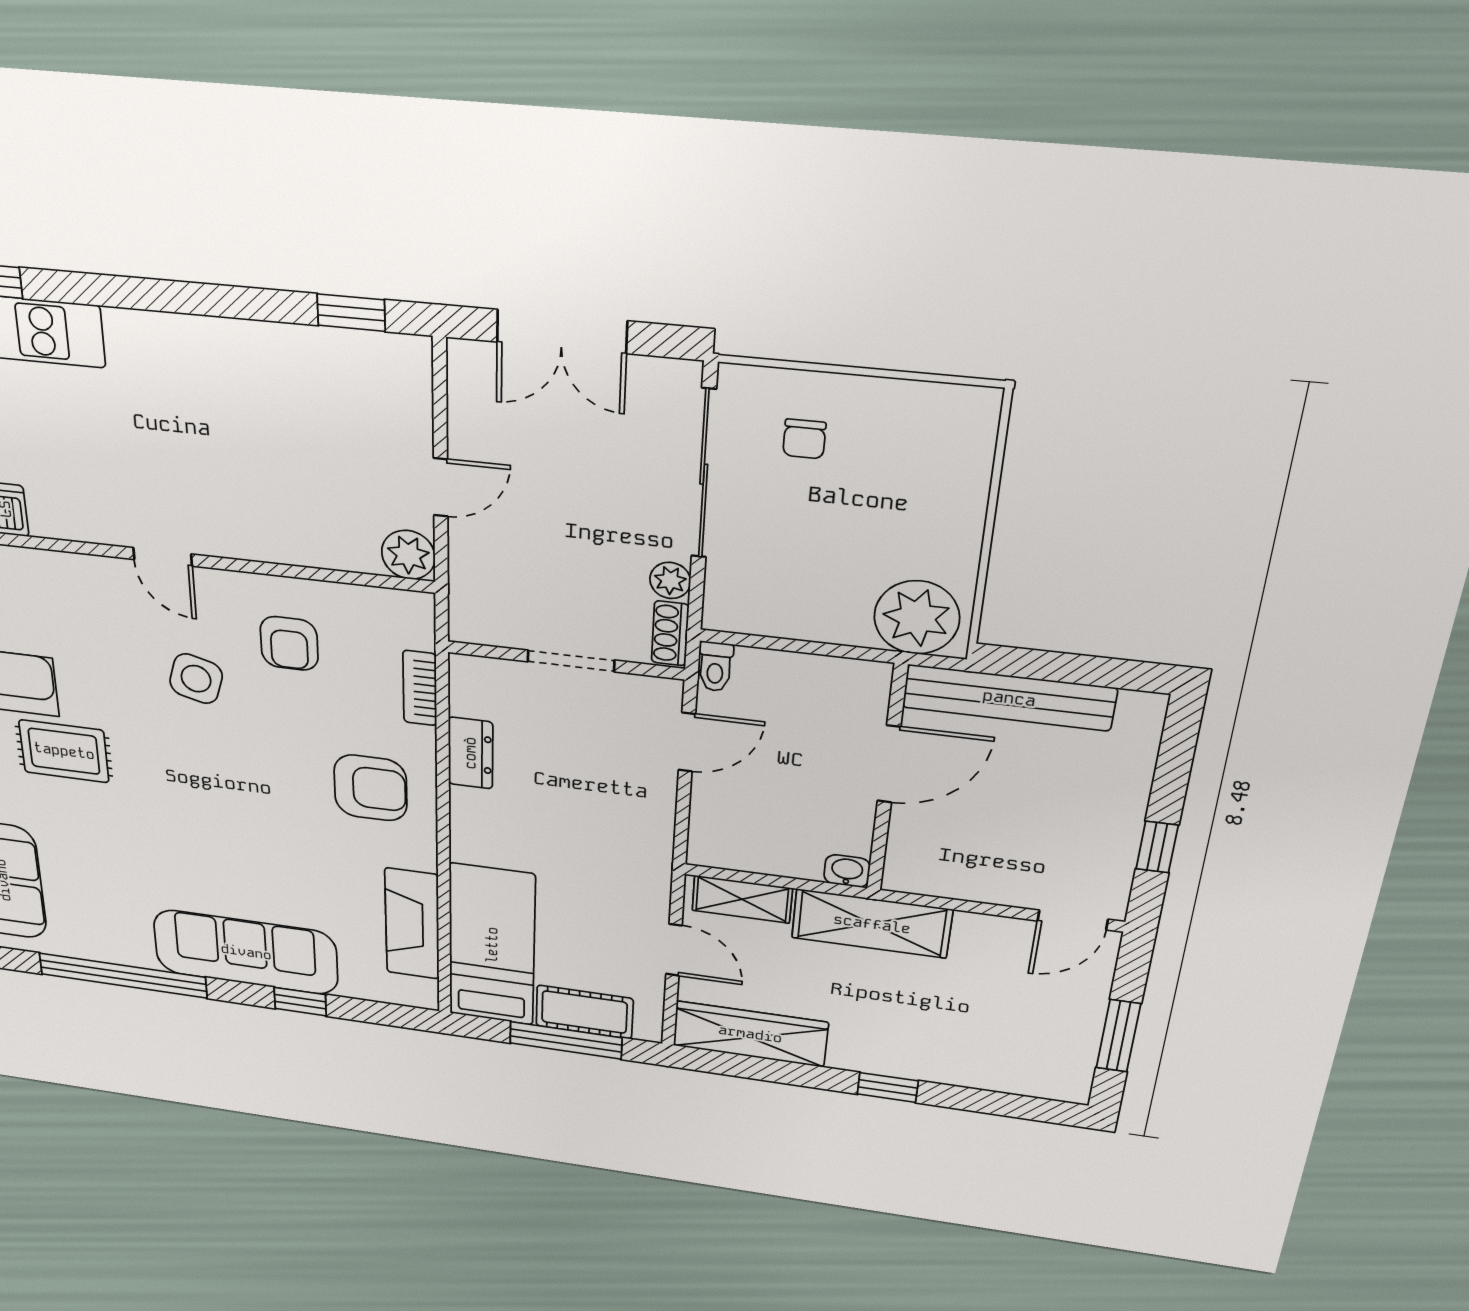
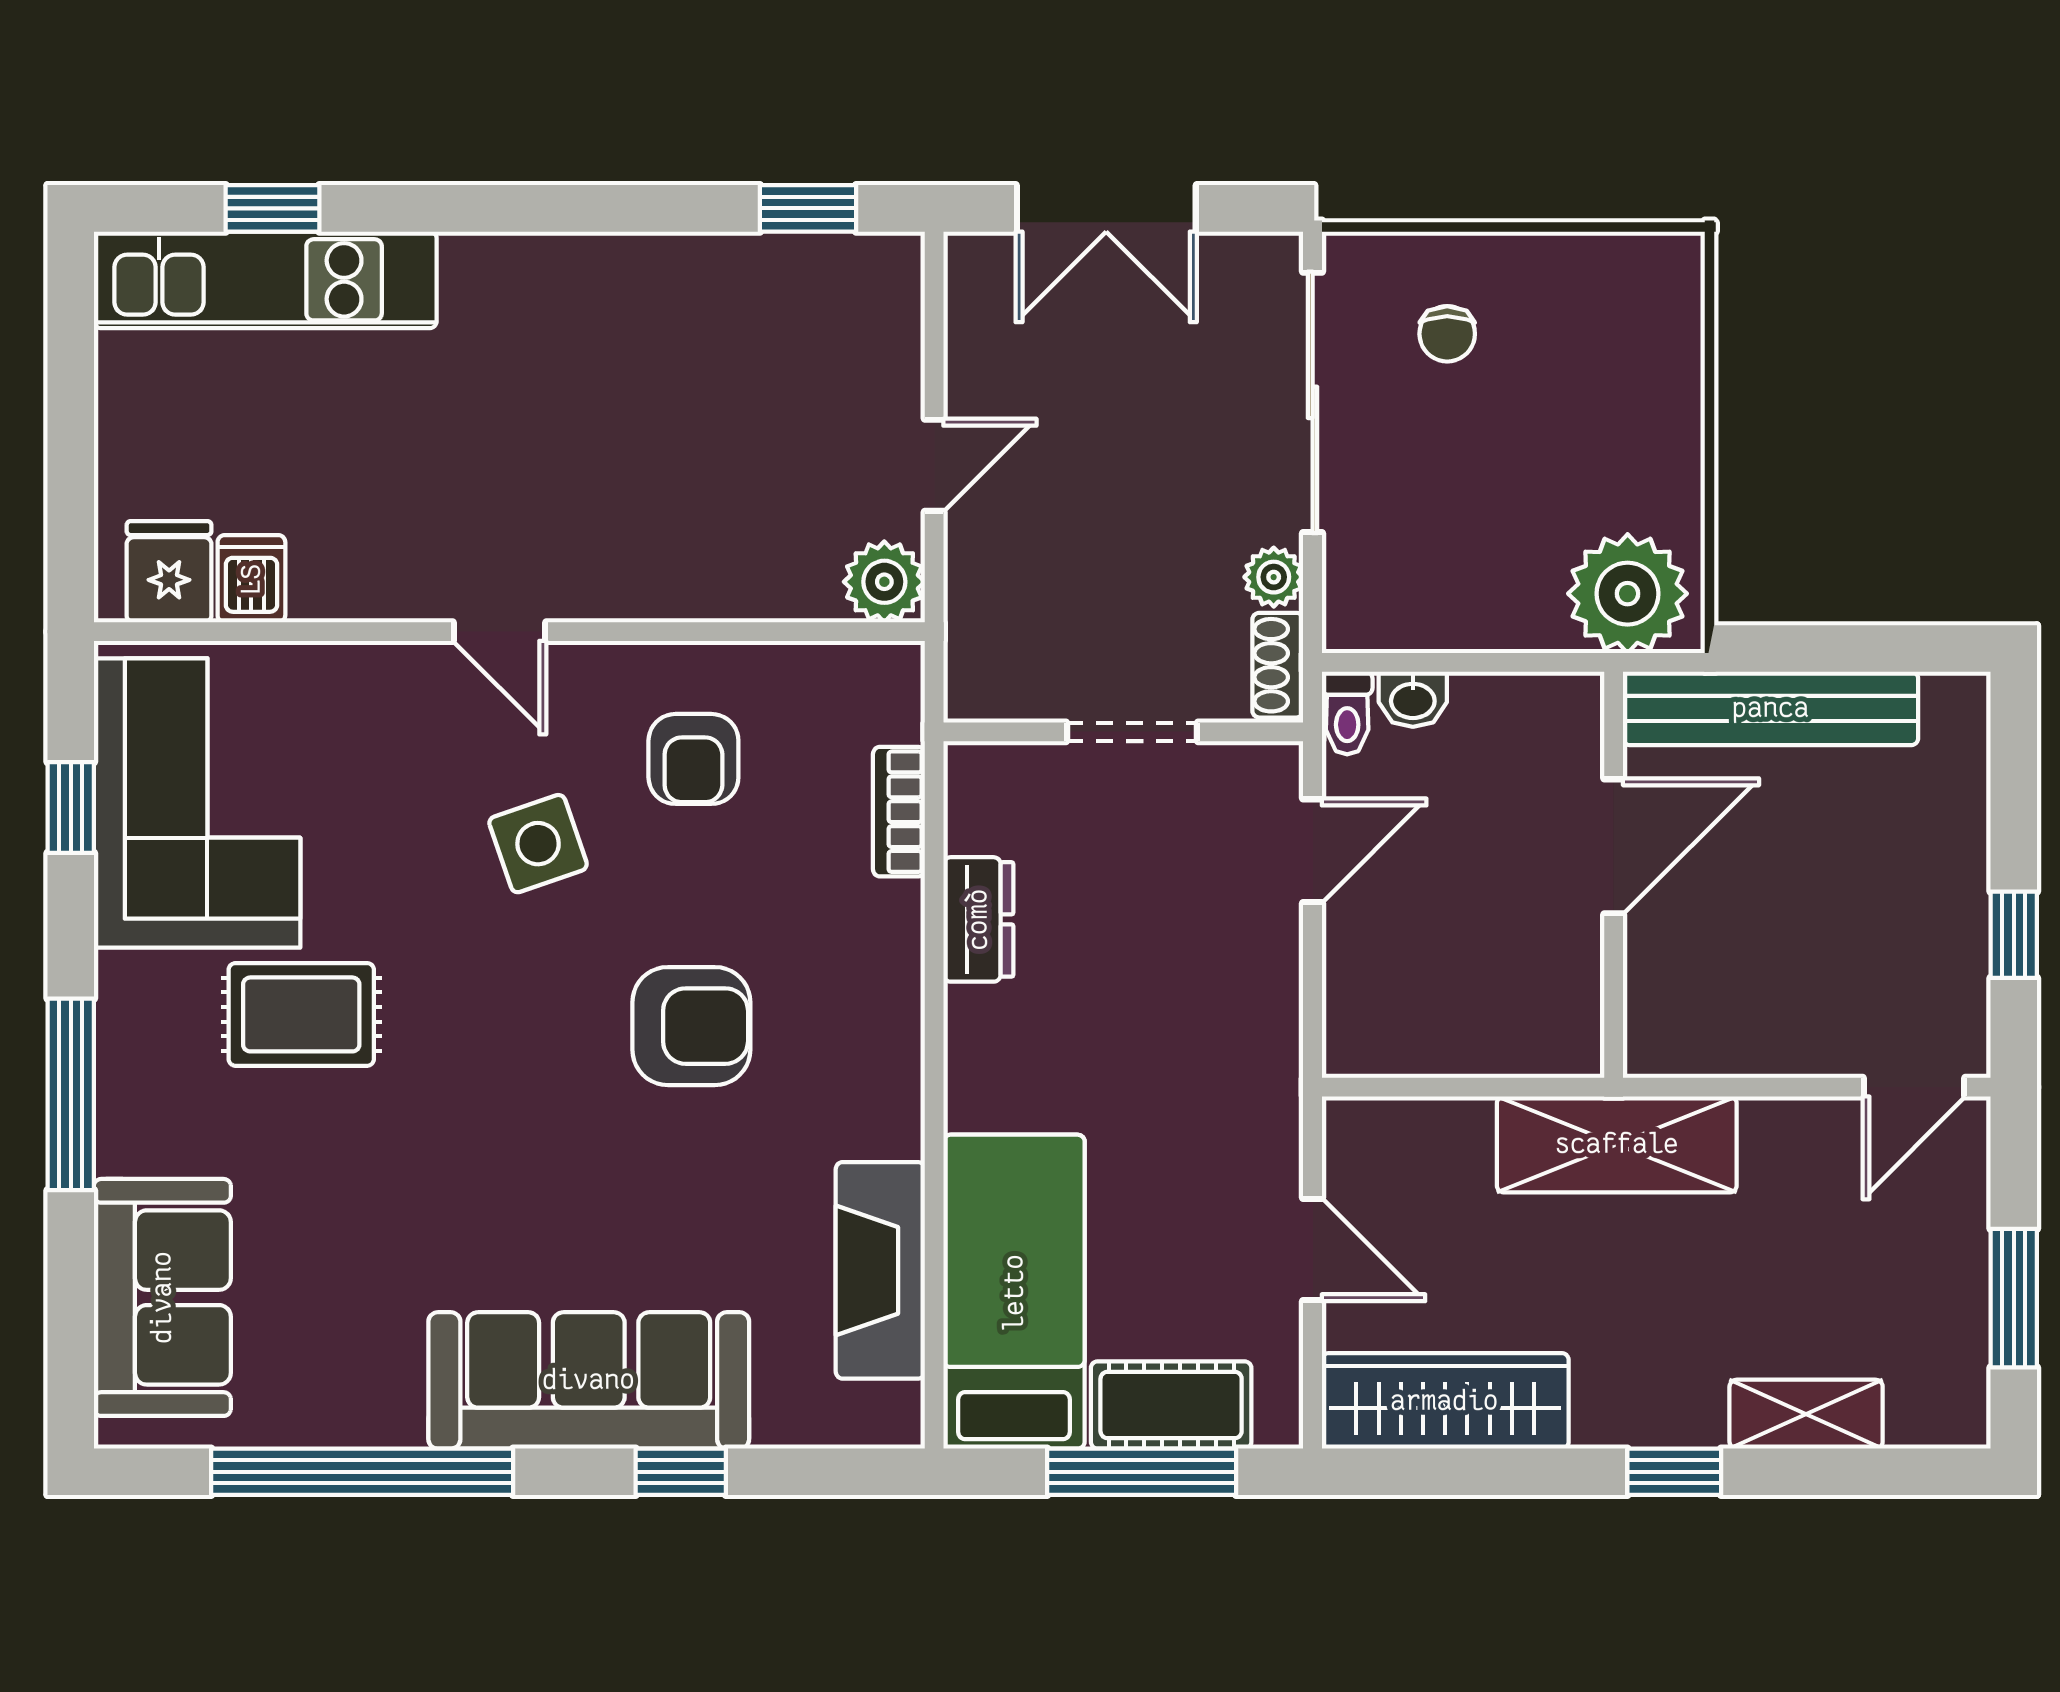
side table: (196, 679) -> (538, 844), turned -35
armchair: (371, 788) -> (691, 1026), moved
washbasin: (847, 871) -> (1413, 699), moved, turned 180
shelving: (742, 899) -> (1806, 1414), moved

